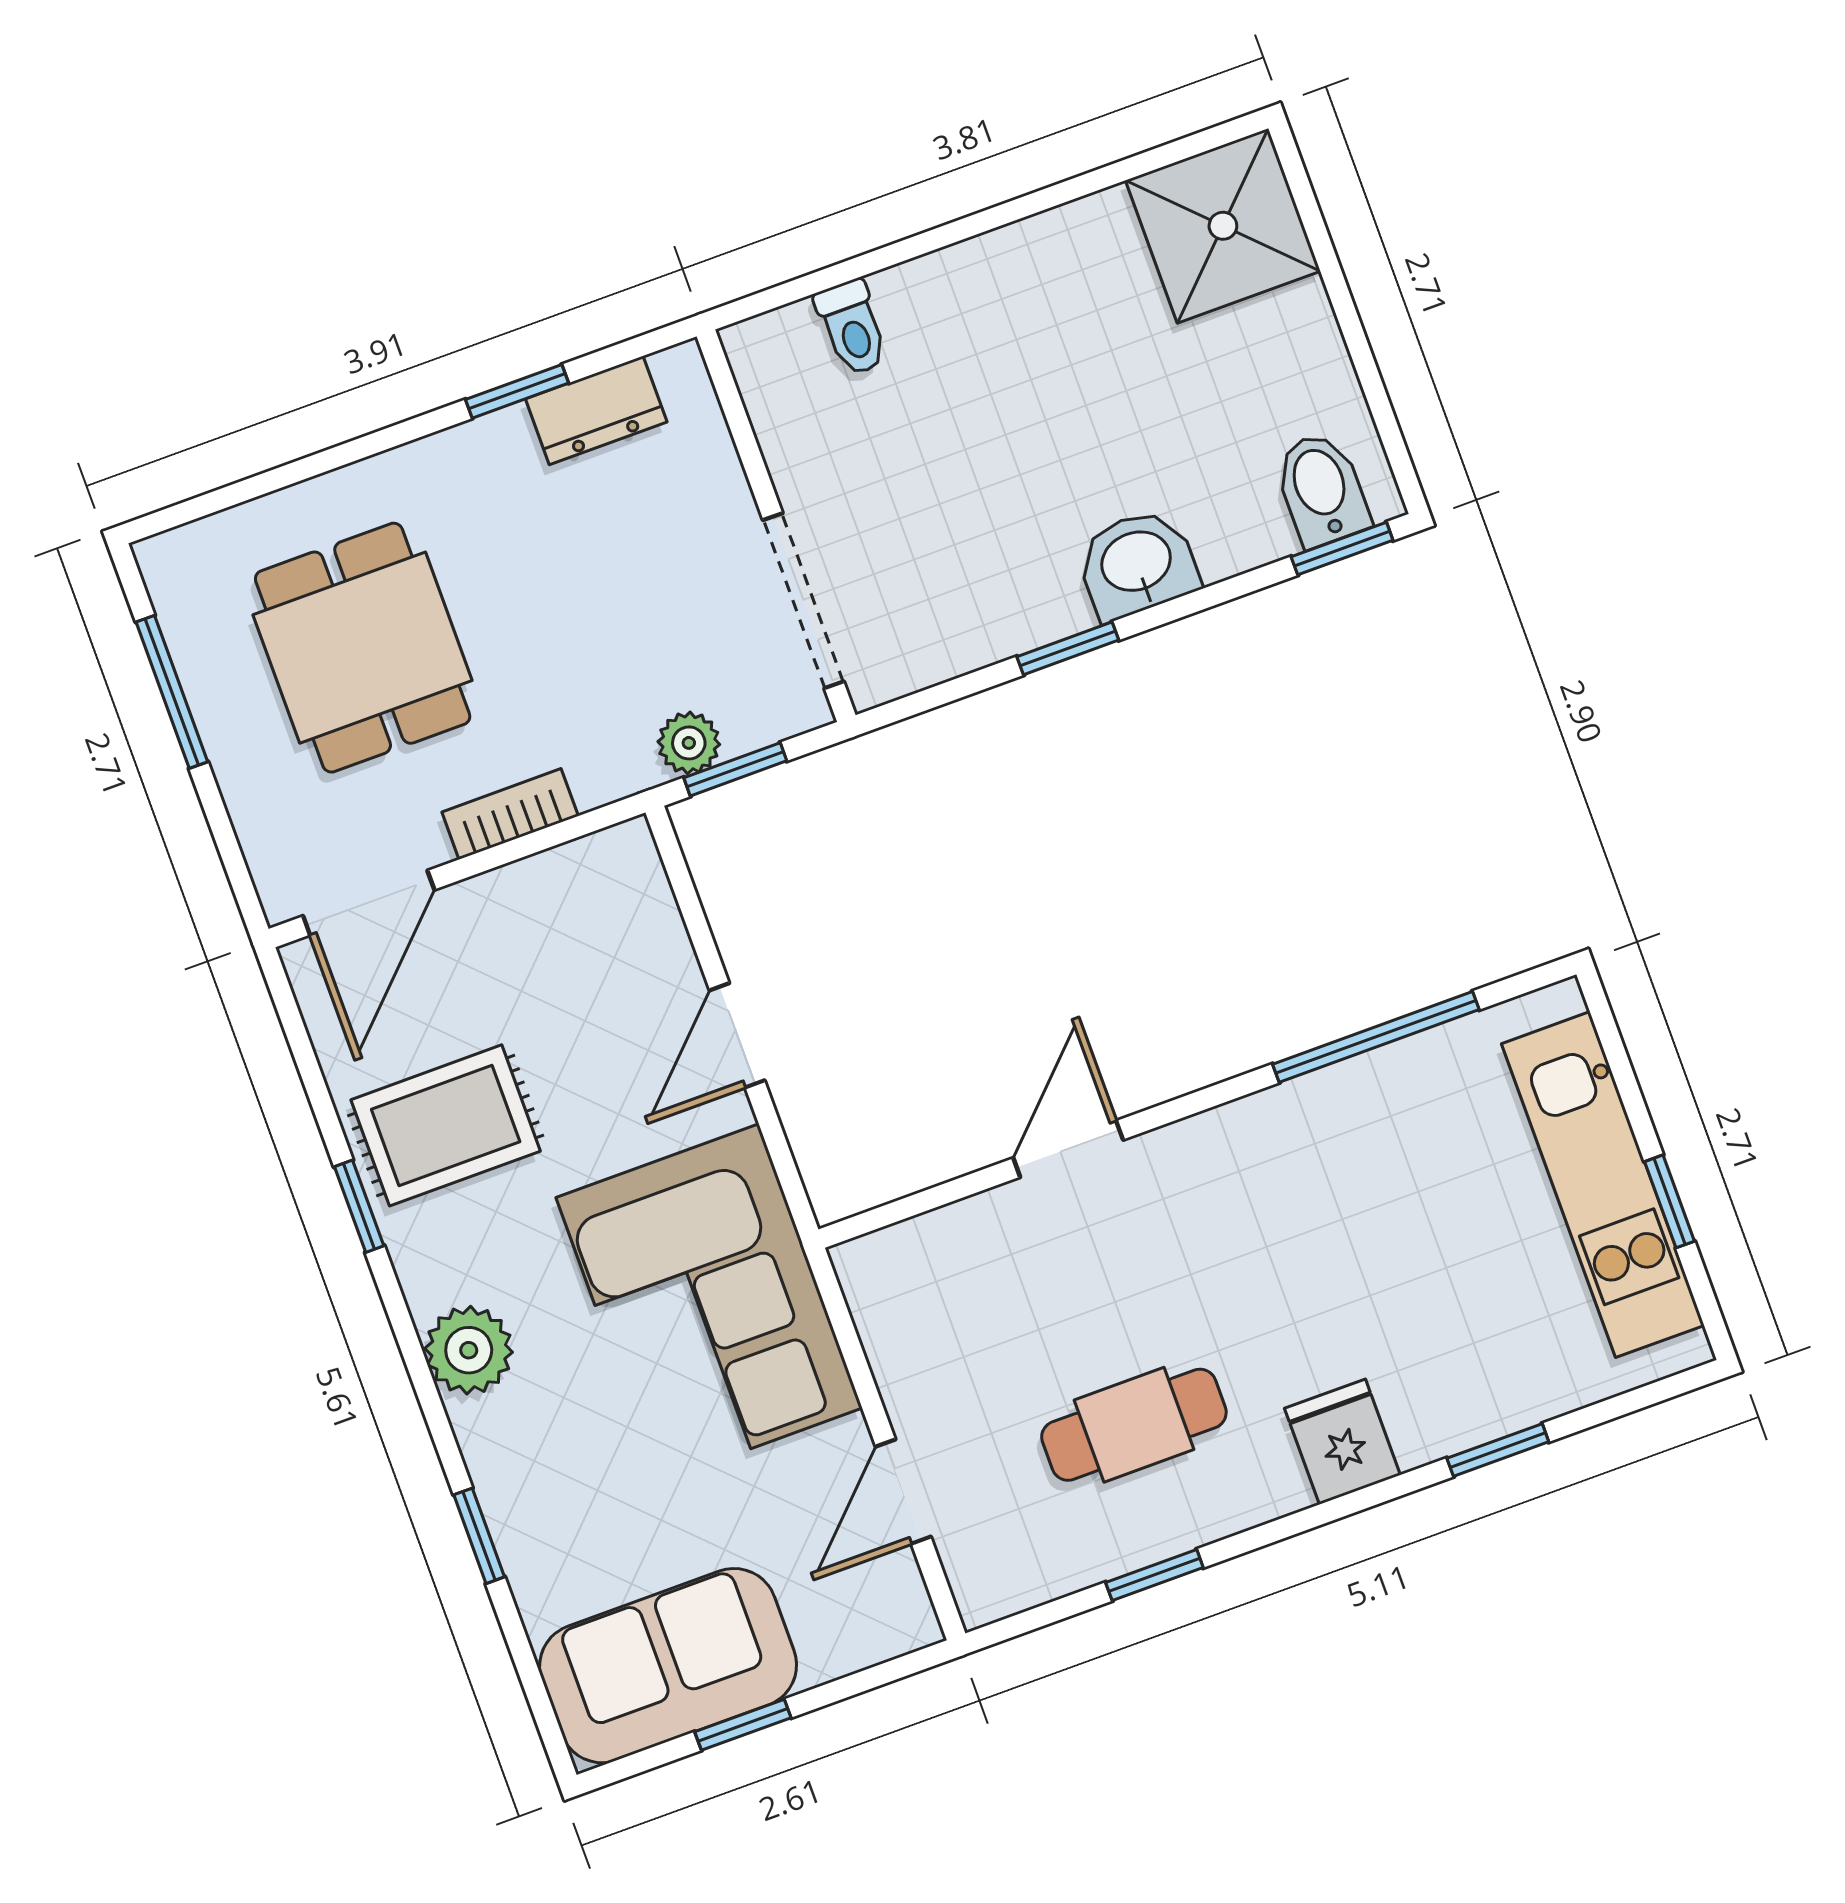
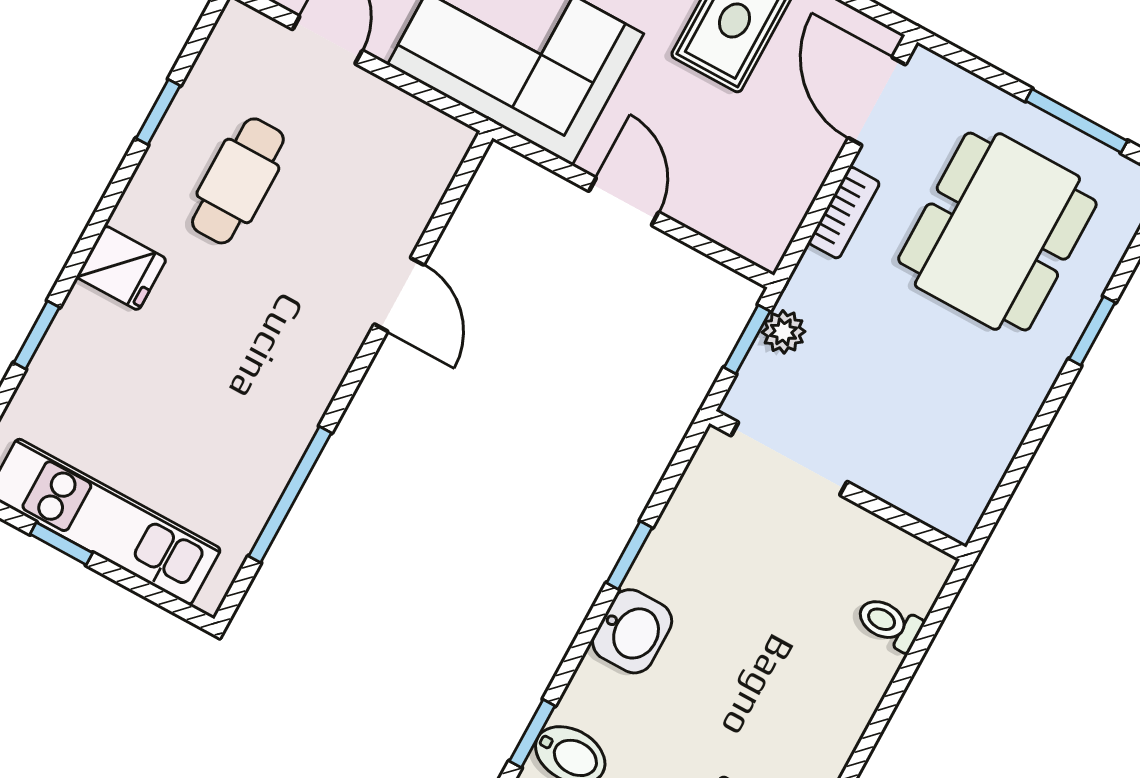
window: (517, 391) -> (1092, 331), moved
dresser: (596, 410) -> (985, 463), removed
dining table: (363, 648) -> (997, 232), width x1.38

